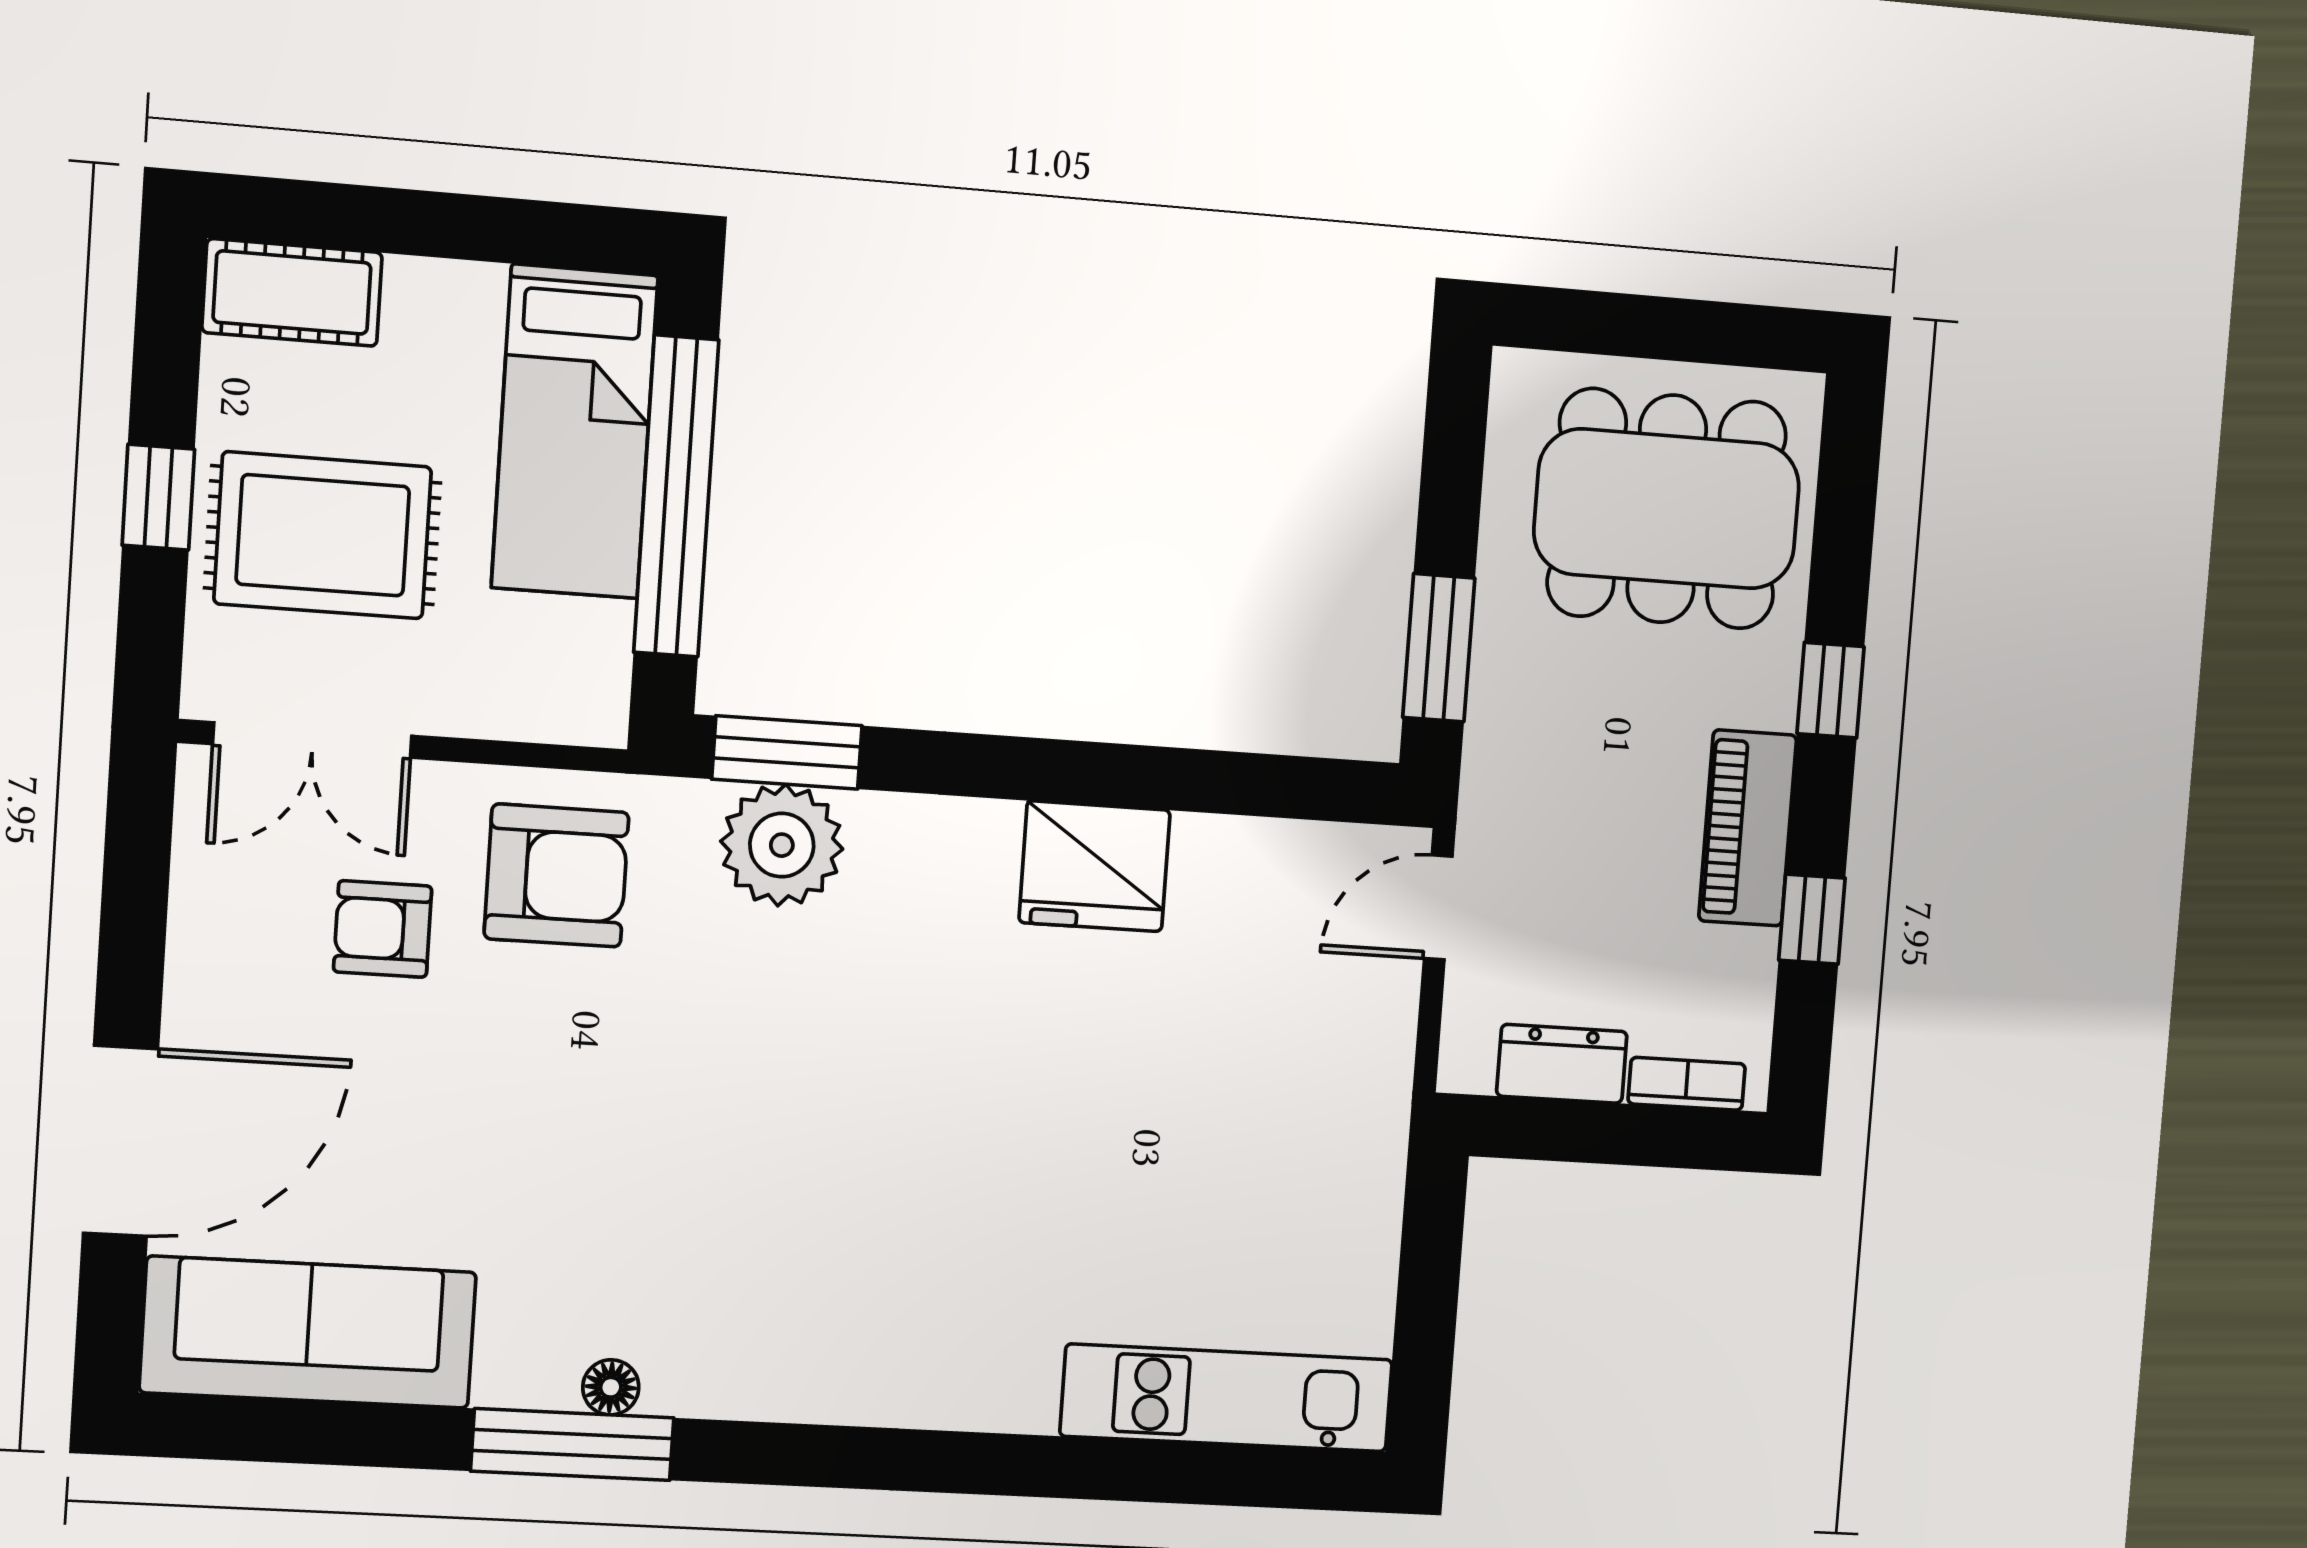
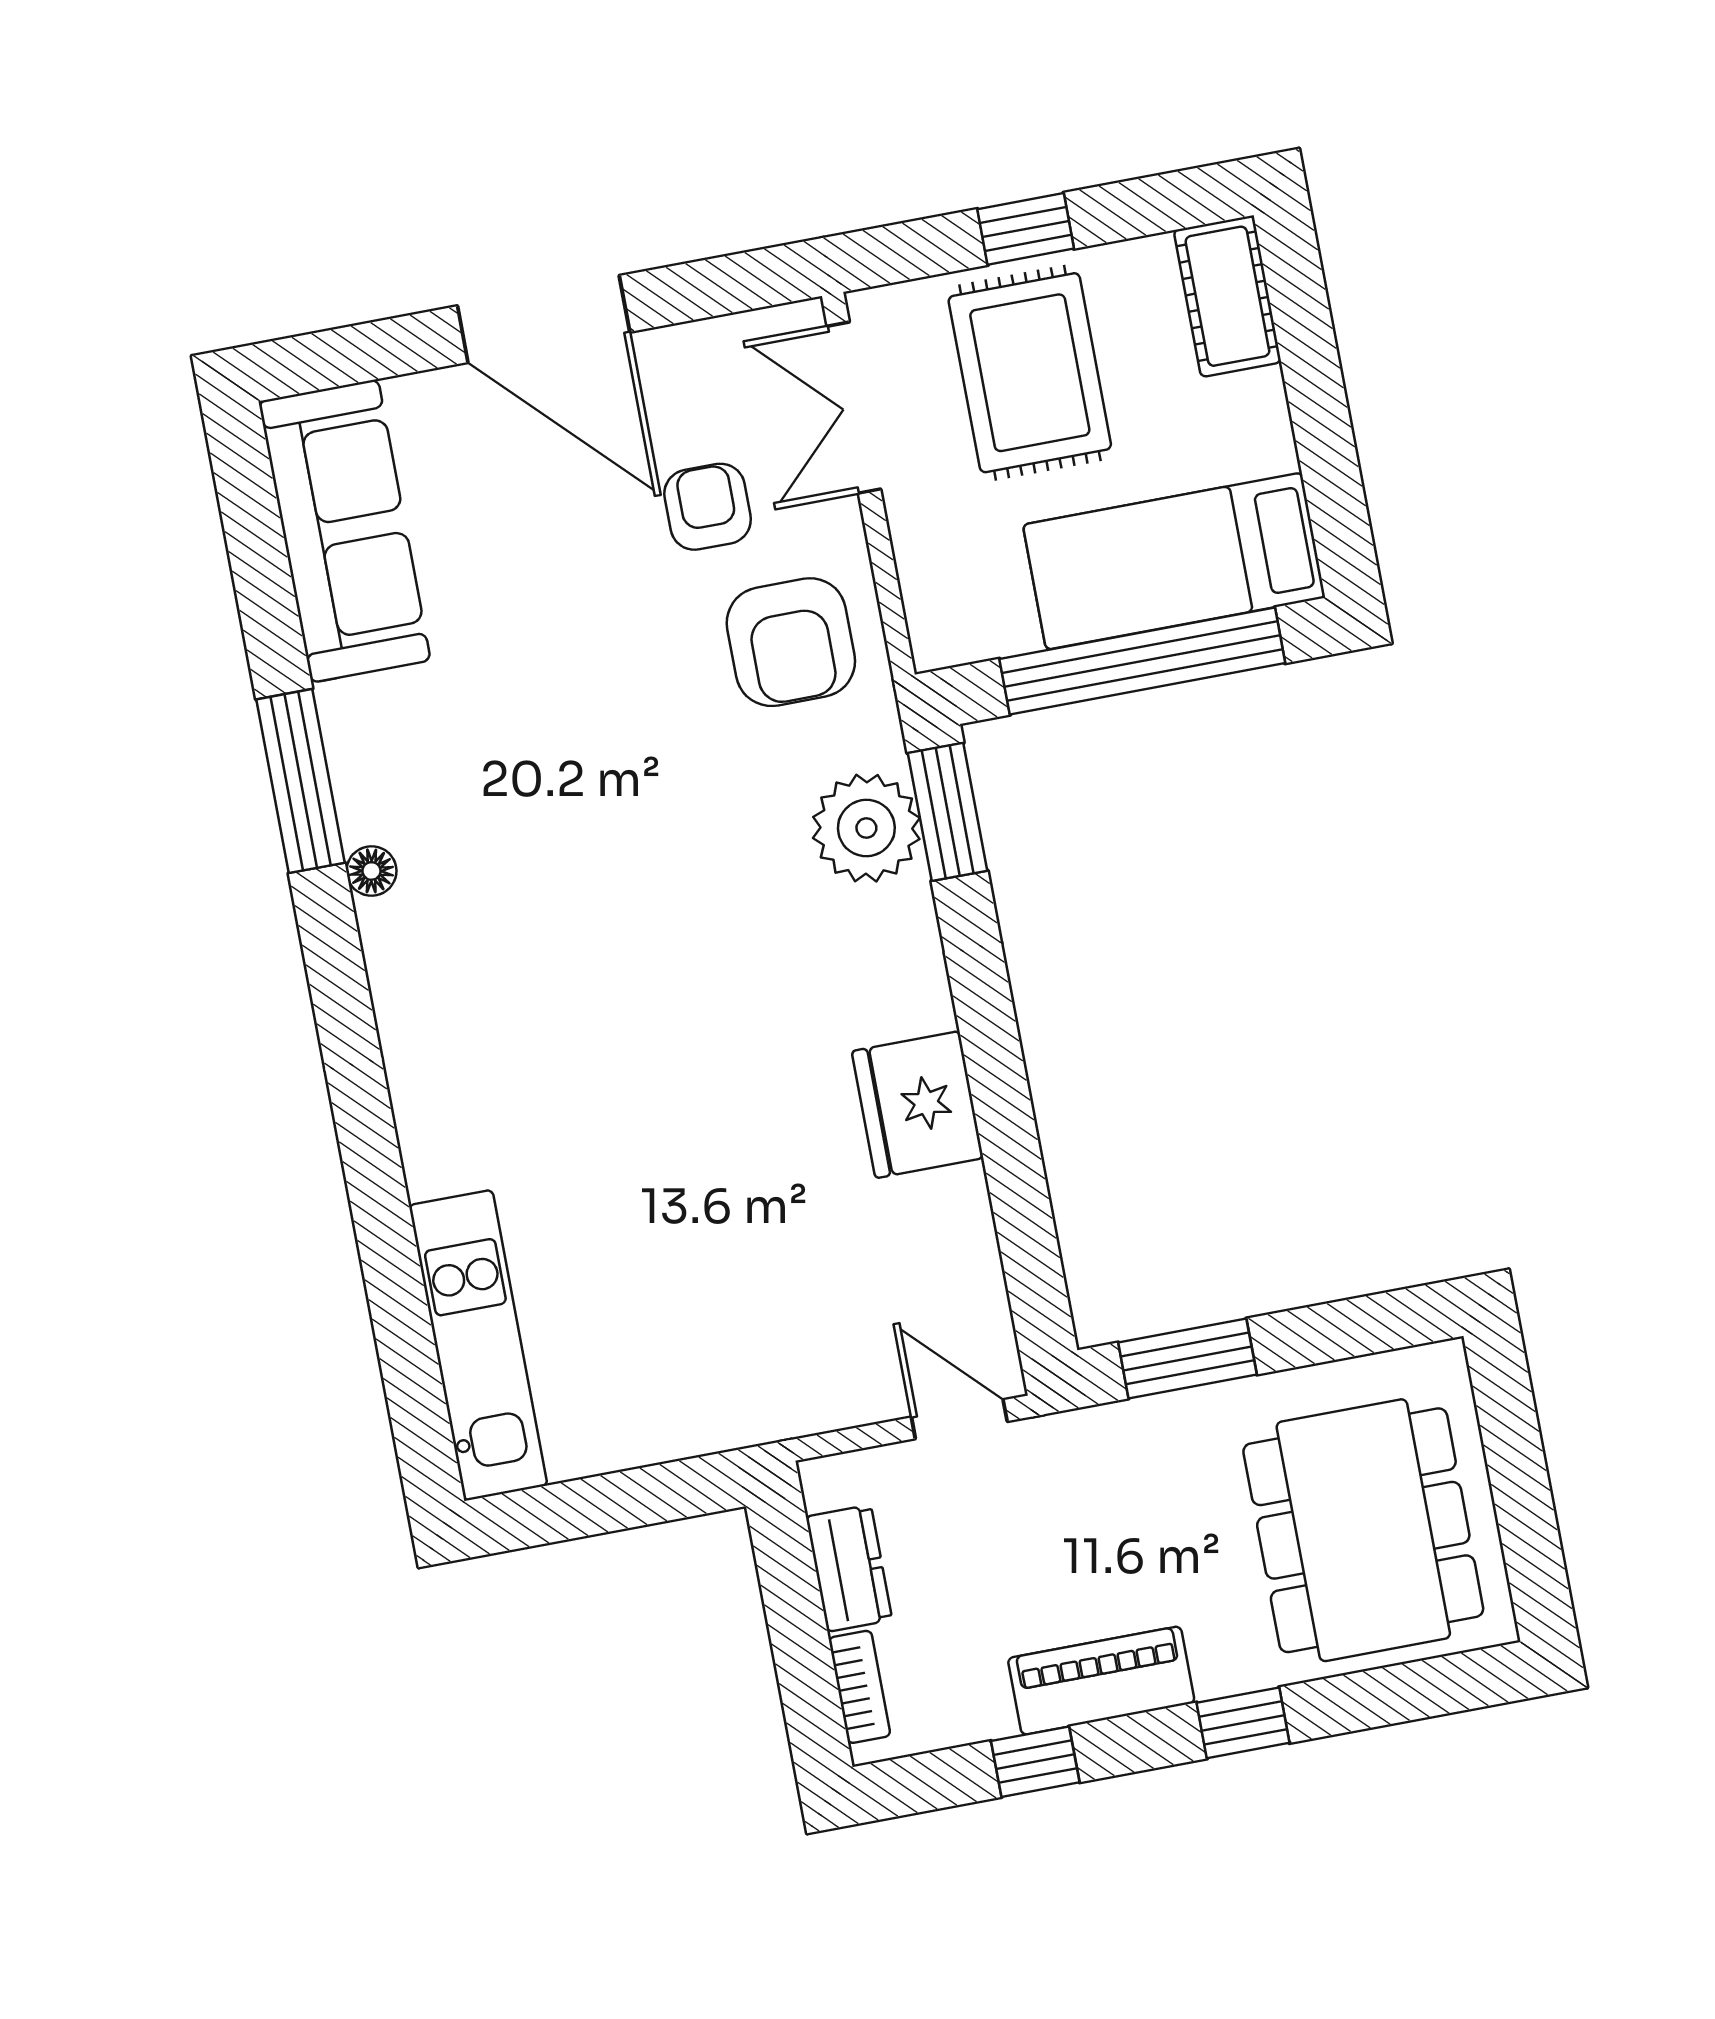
door: (121, 1141) -> (544, 319), moved
floor lamp: (611, 1387) -> (371, 871), moved

